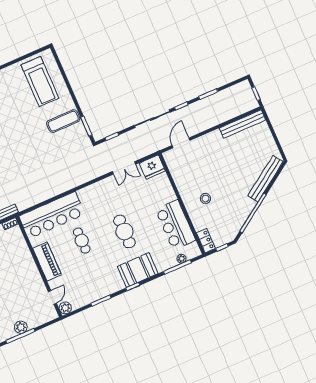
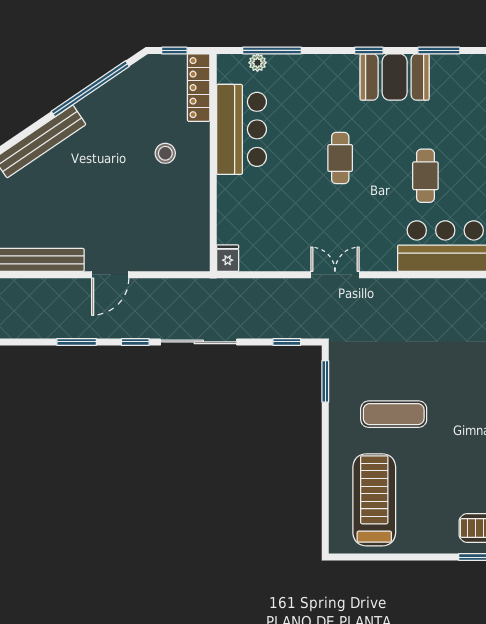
exercise mat: (63, 121) -> (394, 414), moved
door: (181, 143) -> (110, 275), moved
fridge: (152, 167) -> (228, 258), width x0.53, depth x0.75
double door: (124, 168) -> (335, 275), moved
cafe table: (124, 231) -> (340, 158), width x0.73, depth x0.74
locker: (206, 241) -> (199, 88), width x1.53
booth: (138, 270) -> (395, 77), moved

